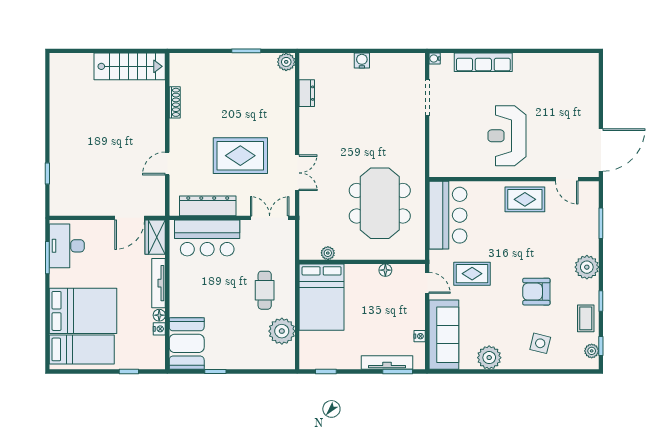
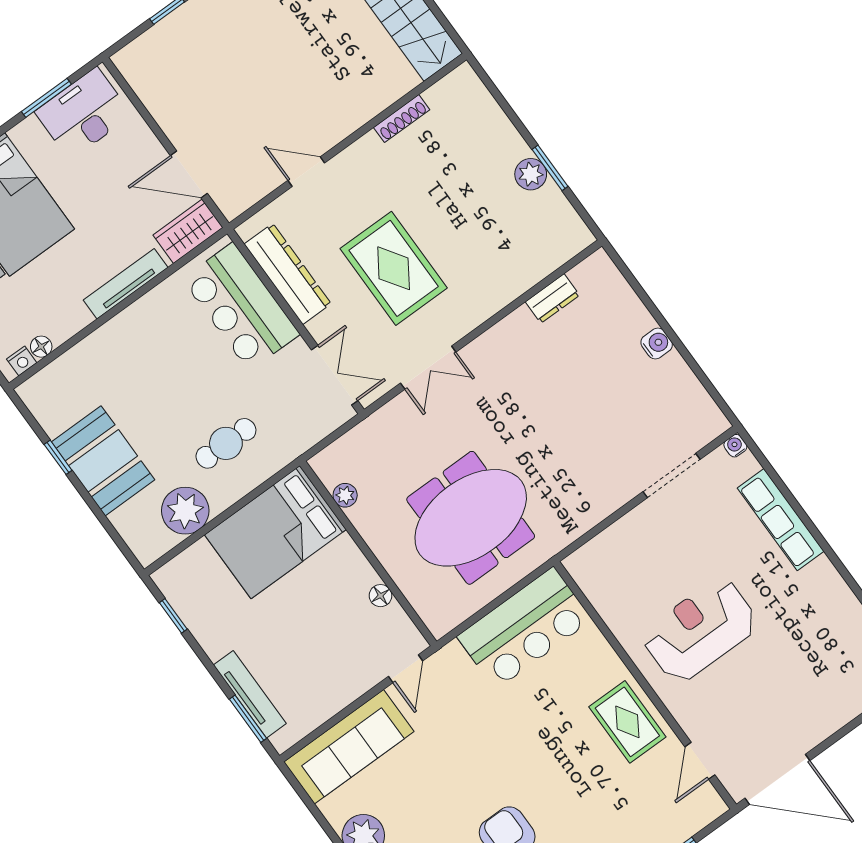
plant: (286, 62) -> (531, 174), moved
rug: (472, 274) -> (466, 724), removed
floor lamp: (159, 315) -> (41, 347), moved
nightstand: (159, 329) -> (22, 361), moved
nightstand: (420, 336) -> (321, 714), removed
booth: (187, 343) -> (103, 461), moved, turned 90

